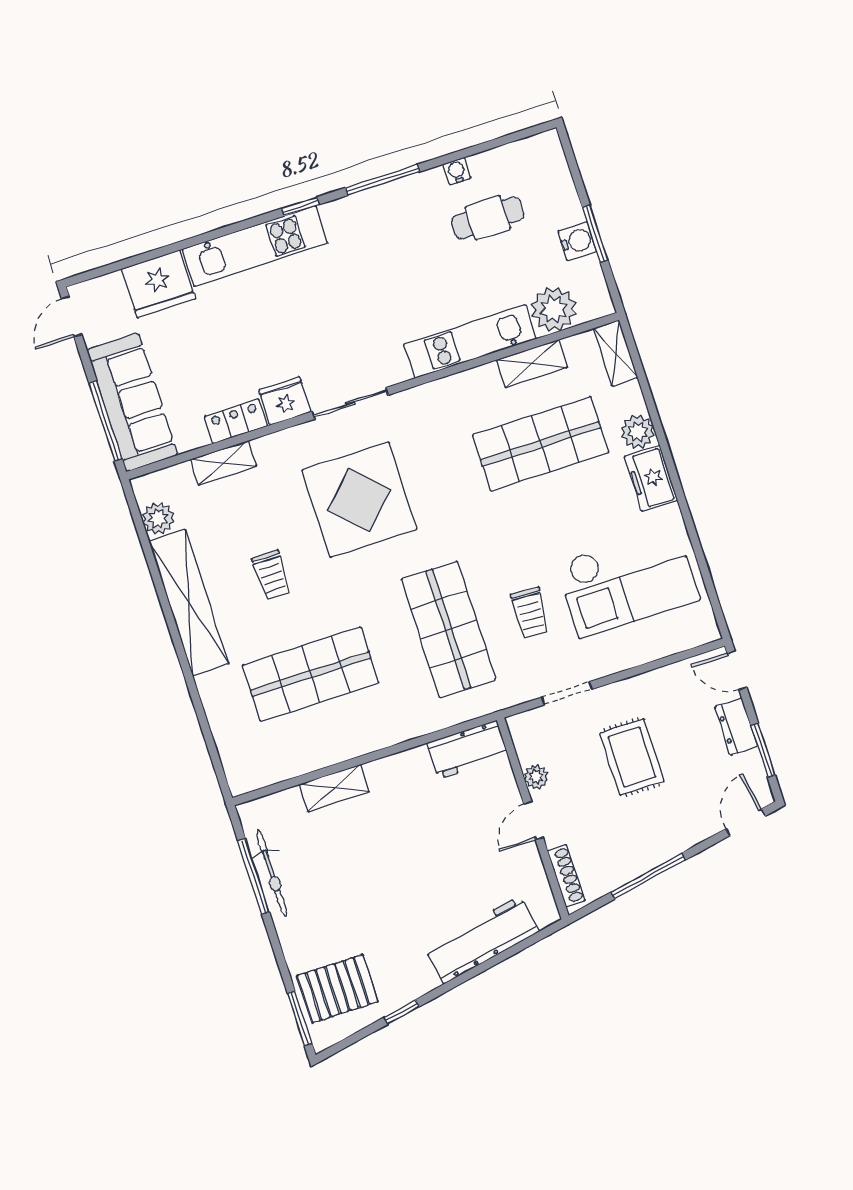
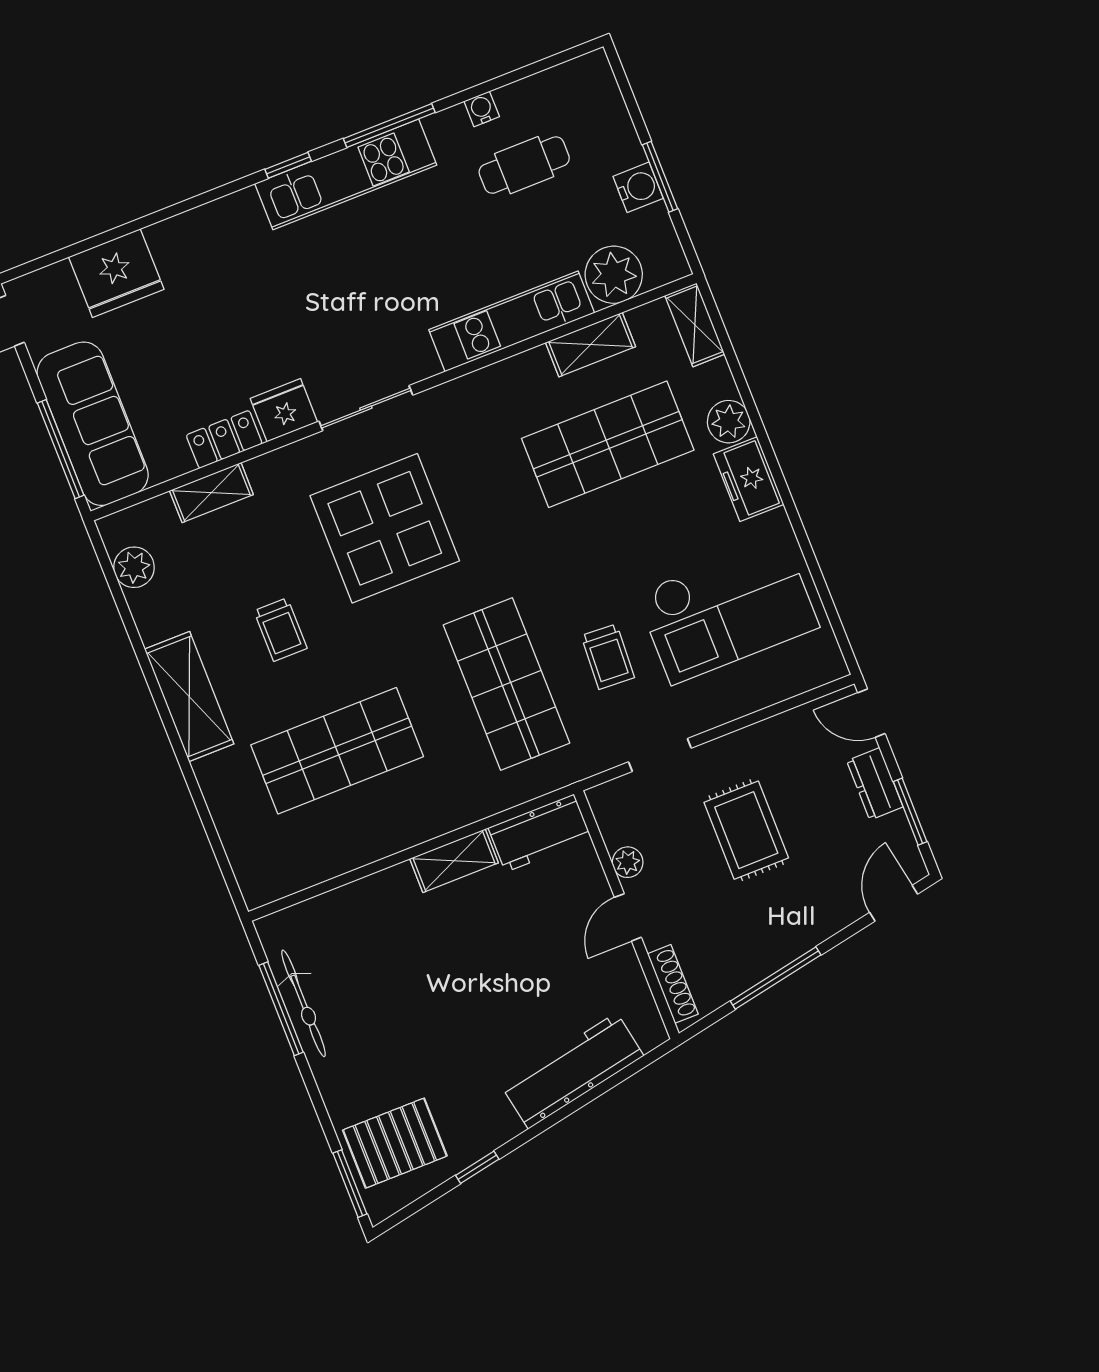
kitchen unit: (255, 246) -> (346, 174), moved
shelving: (189, 602) -> (189, 697), width x0.68
shelving: (334, 788) -> (454, 861), moved

